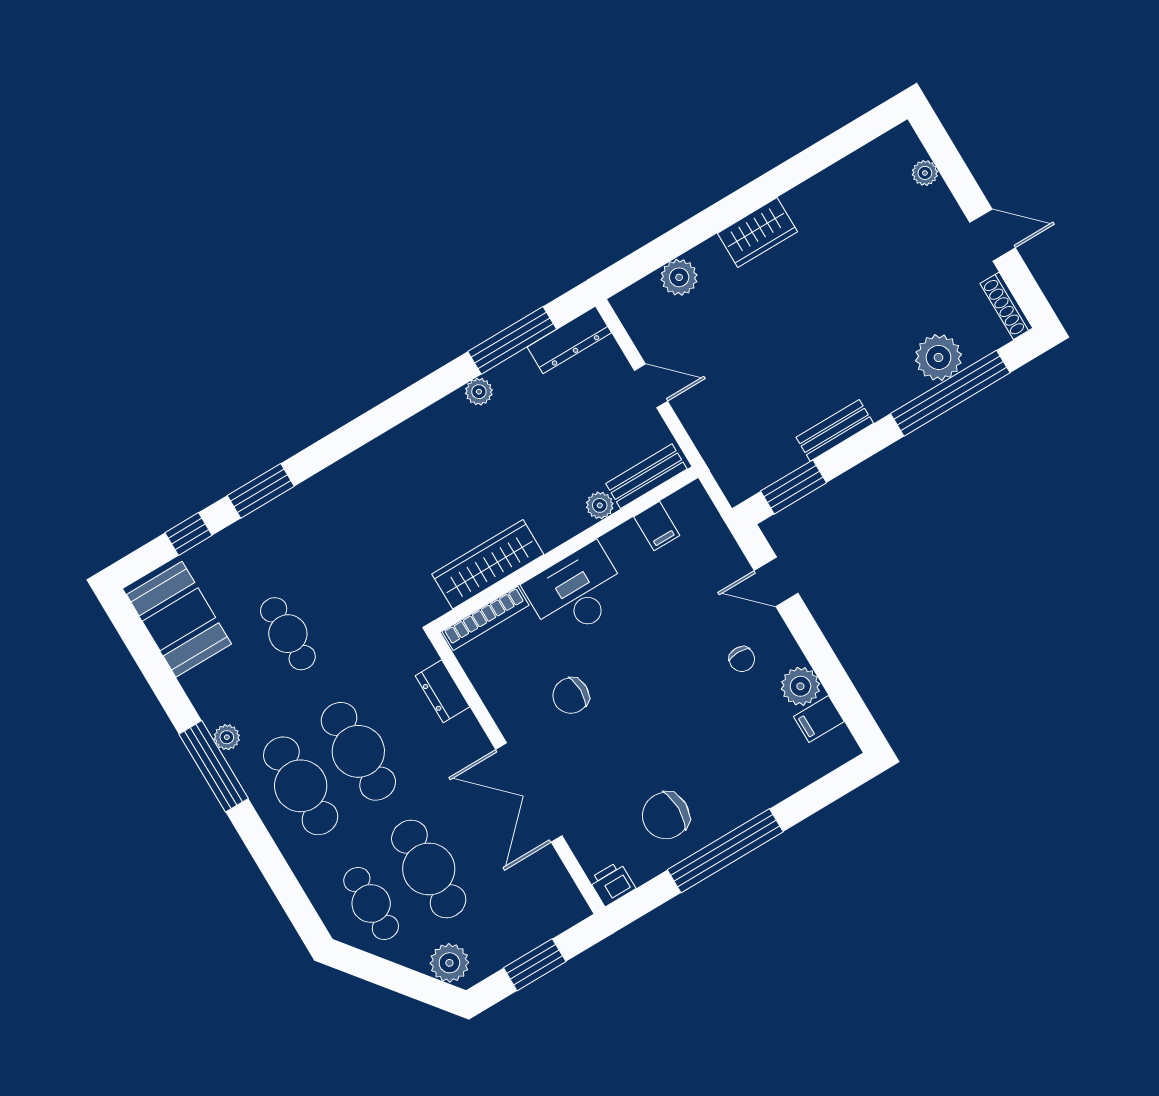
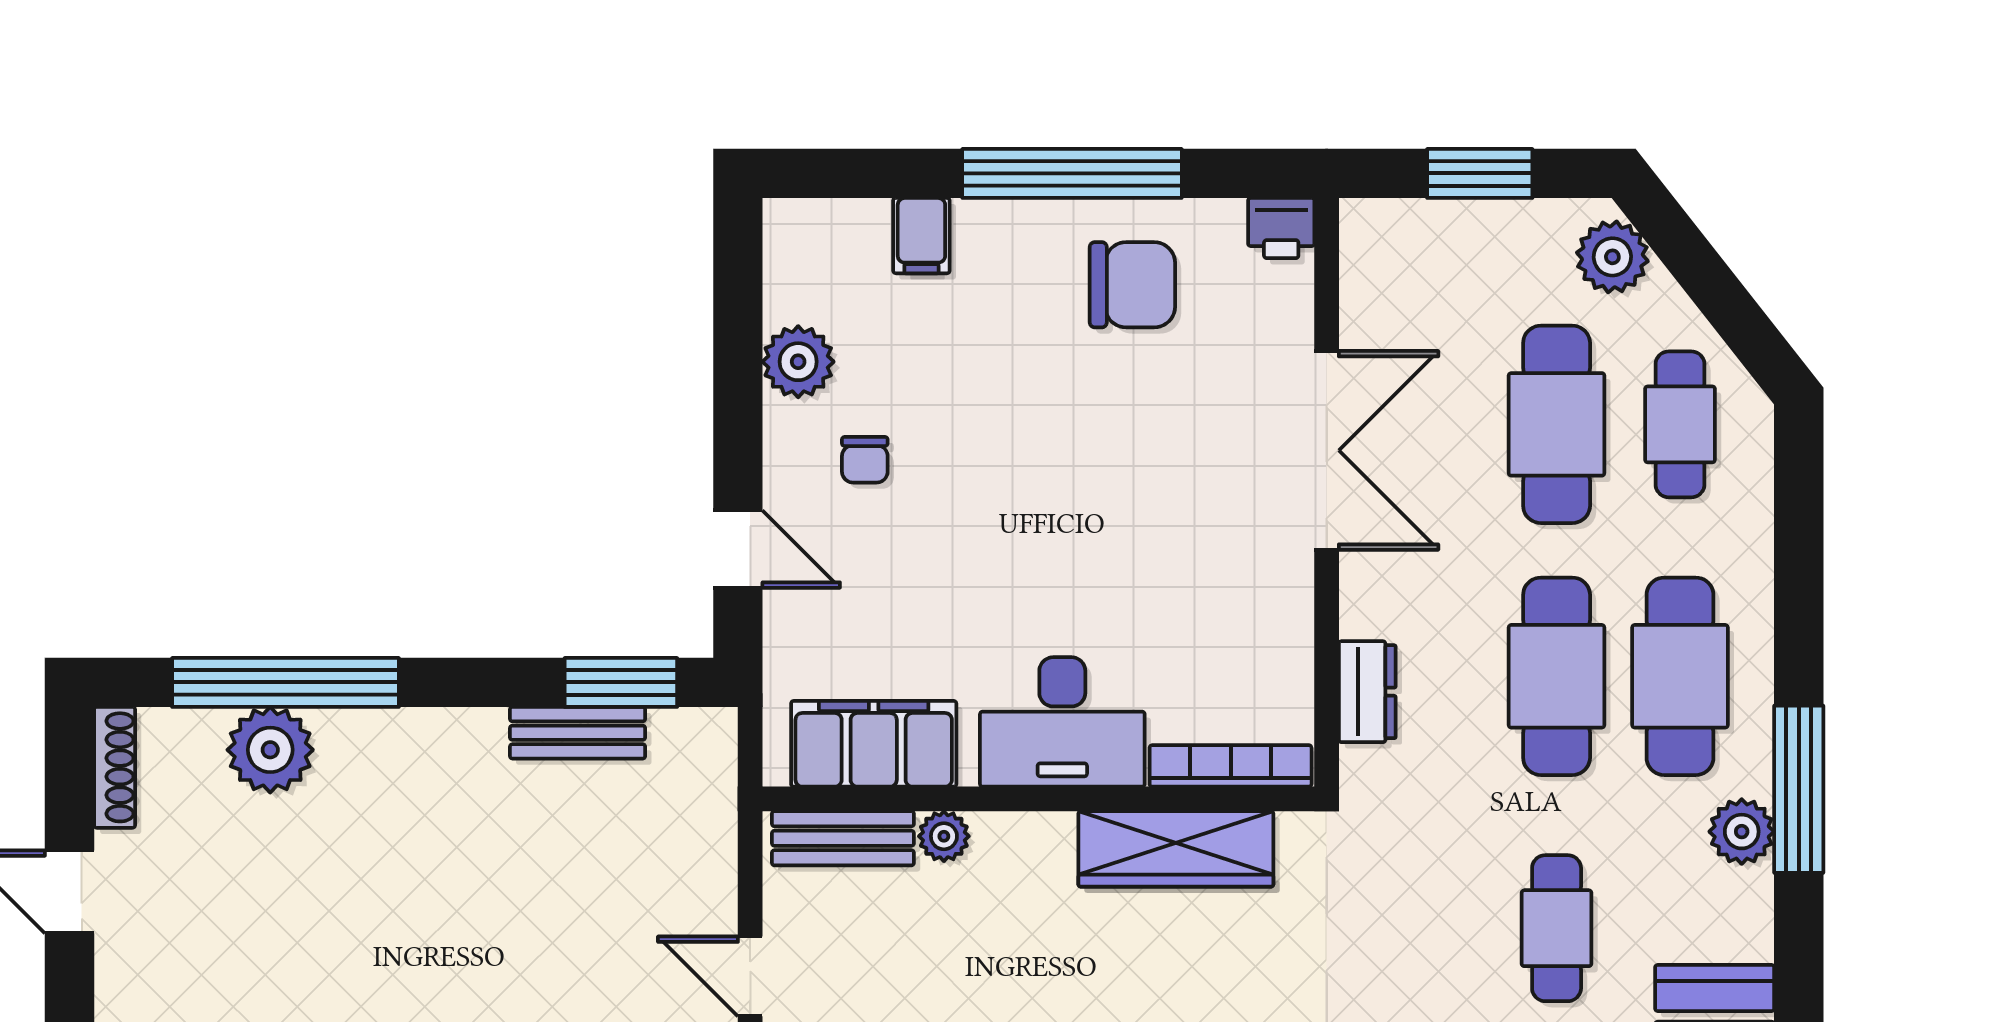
bench: (835, 430) -> (578, 733), moved
filing cabinet: (657, 526) -> (874, 744), width x3.00, depth x1.17
chair: (742, 659) -> (865, 460), turned 180
chair: (571, 696) -> (1169, 564), removed
filing cabinet: (819, 719) -> (921, 236), moved, turned 90
plant: (227, 737) -> (1742, 832), width x1.38, depth x1.38

